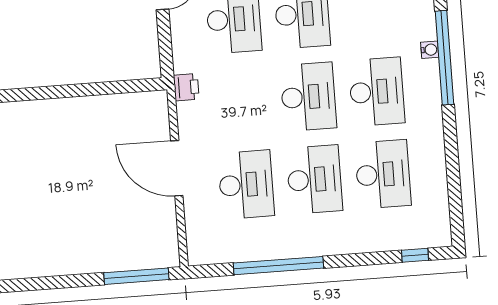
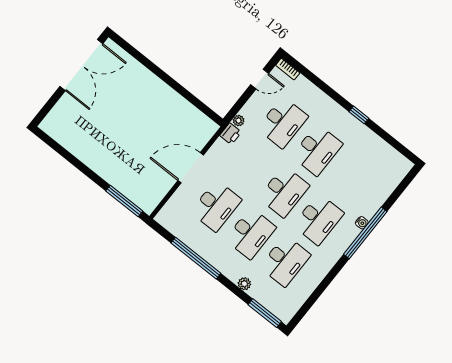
plant: (181, 64) -> (239, 121), added
door: (177, 168) -> (191, 168), hinge flipped
plant: (361, 243) -> (244, 284), added
window: (415, 255) -> (265, 313), width x2.17

